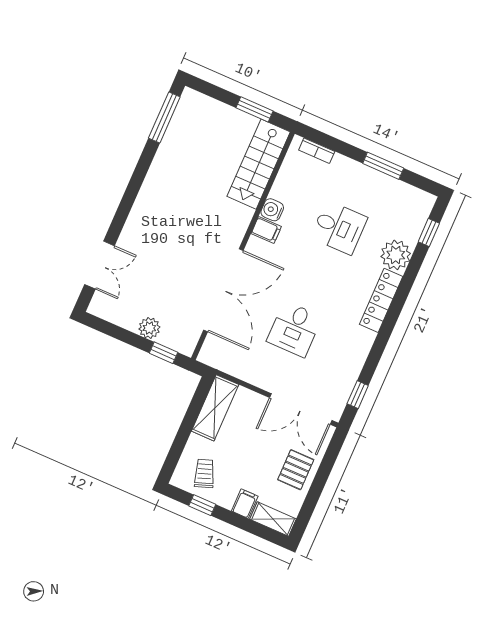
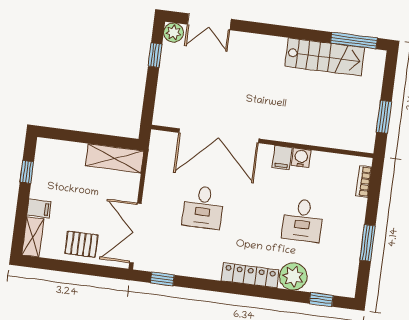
stairs: (259, 164) -> (325, 57), moved, turned 180
plant: (149, 328) -> (174, 33), moved
desk: (294, 329) -> (203, 207), turned -90
window: (163, 353) -> (155, 55), moved
trolley: (204, 473) -> (55, 166), removed

